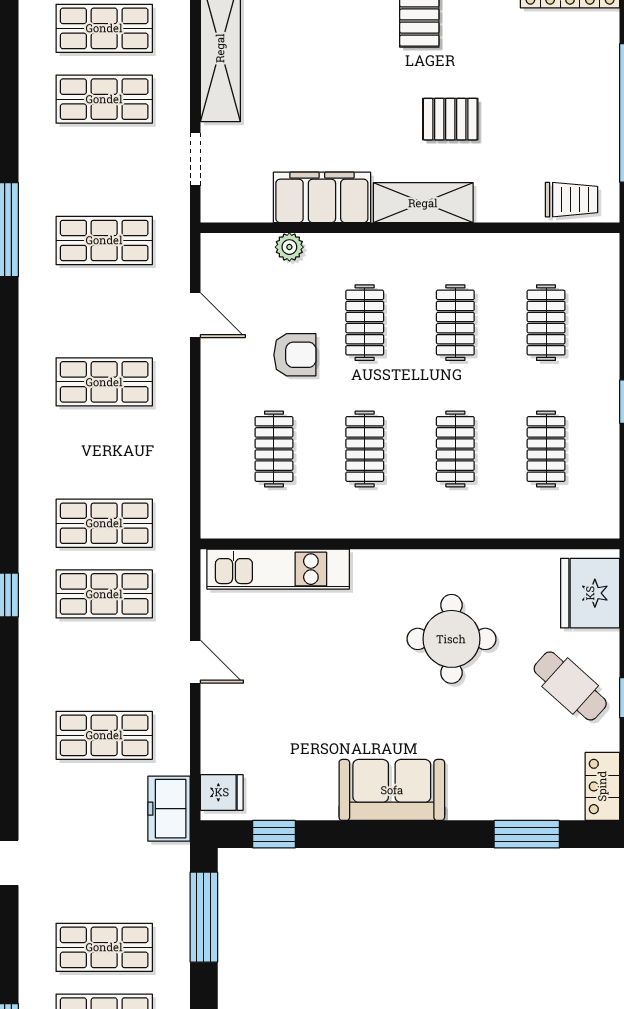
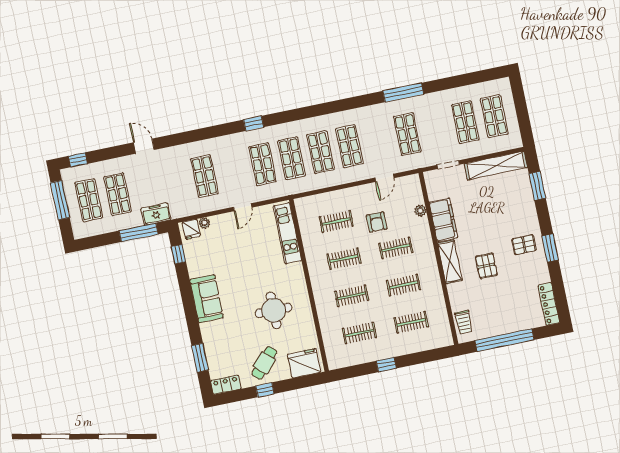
shop shelf: (104, 453) -> (320, 152), added
plant: (214, 758) -> (204, 223), added
freezer: (169, 809) -> (156, 214), moved

